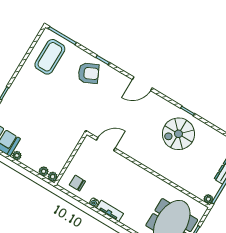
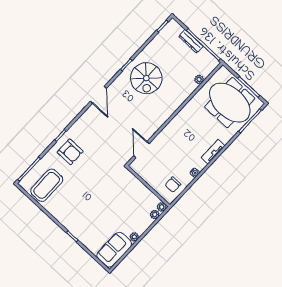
coffee table: (50, 57) -> (47, 185), turned 90
armchair: (88, 73) -> (70, 152), turned 115
door: (142, 84) -> (98, 95), moved
plant: (208, 199) -> (199, 79), moved
tv unit: (110, 211) -> (213, 152), moved

